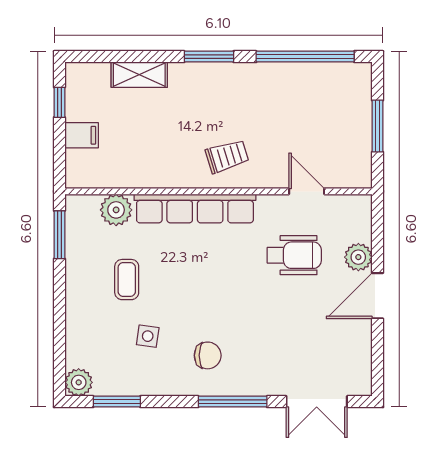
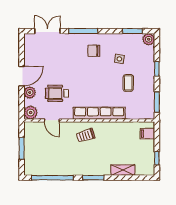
filing cabinet: (82, 135) -> (147, 134), moved
plant: (116, 210) -> (31, 113), moved
window: (59, 313) -> (157, 69), added

